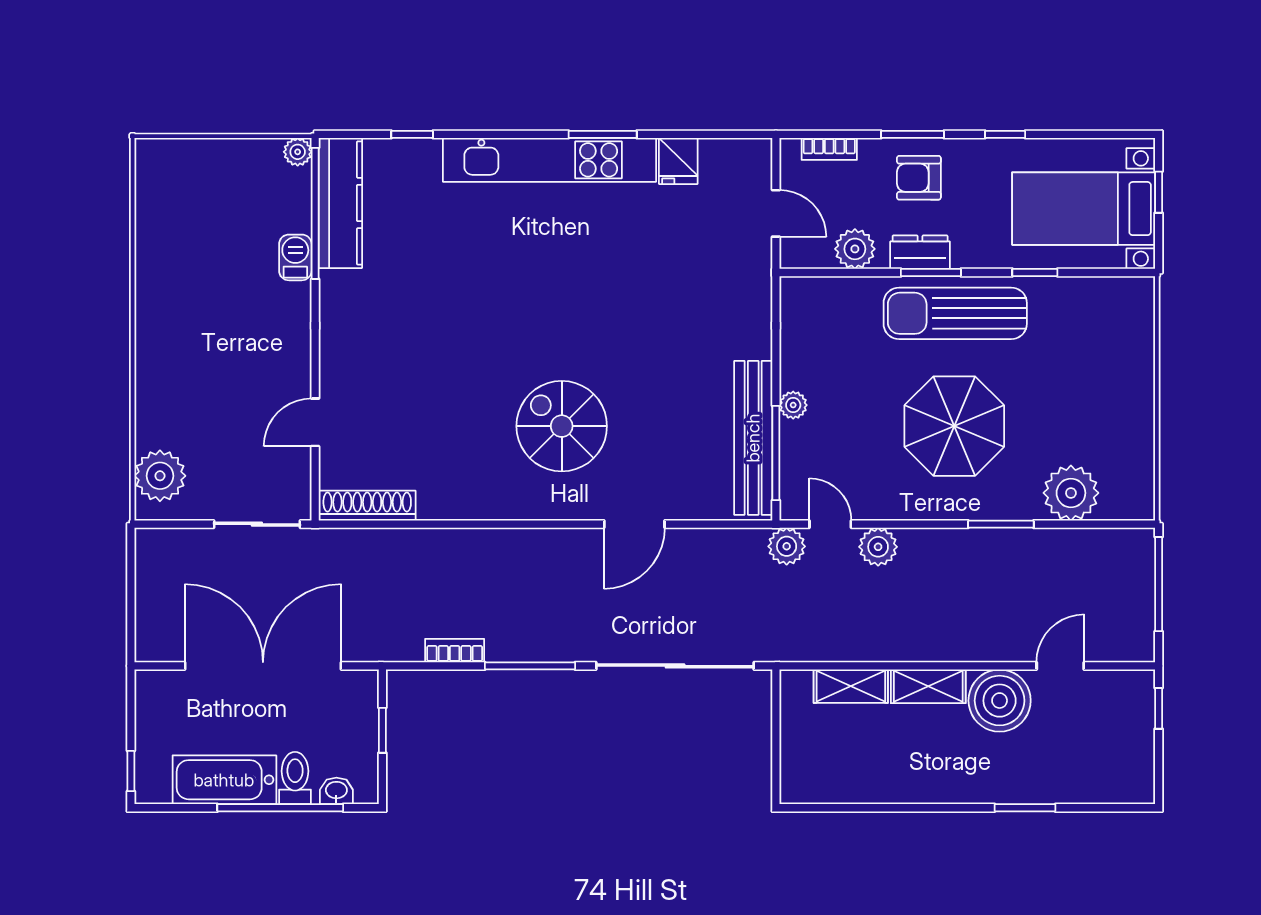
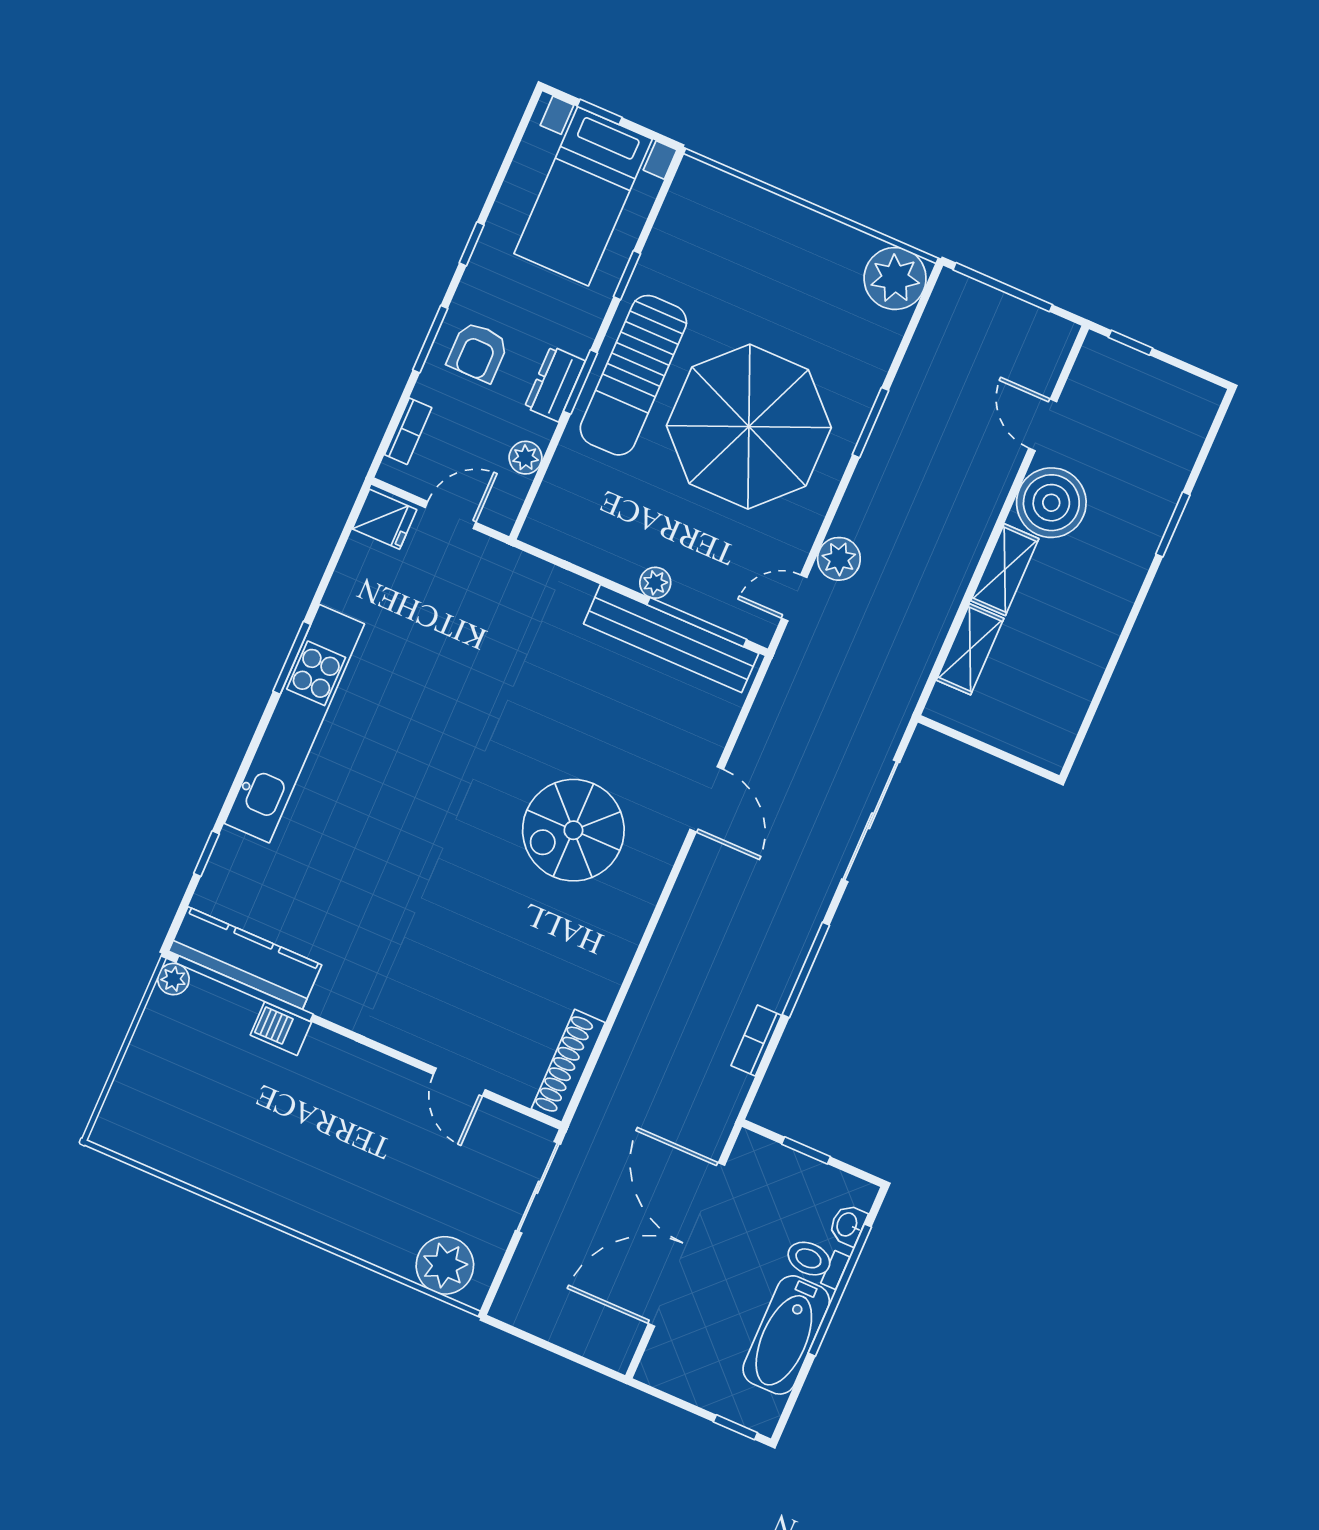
fridge: (678, 161) -> (384, 519), moved
plant: (855, 249) -> (525, 458), width x0.73, depth x0.73
parasol: (954, 426) -> (749, 427), width x1.36, depth x1.36
plant: (1071, 493) -> (895, 278), moved
plant: (787, 546) -> (797, 653), removed
sliding door: (675, 666) -> (871, 821), width x0.73

